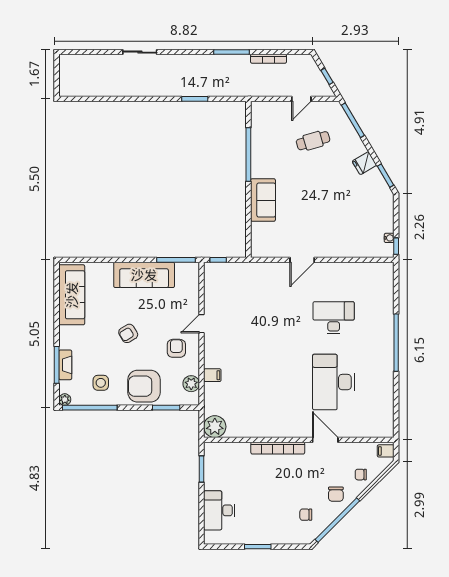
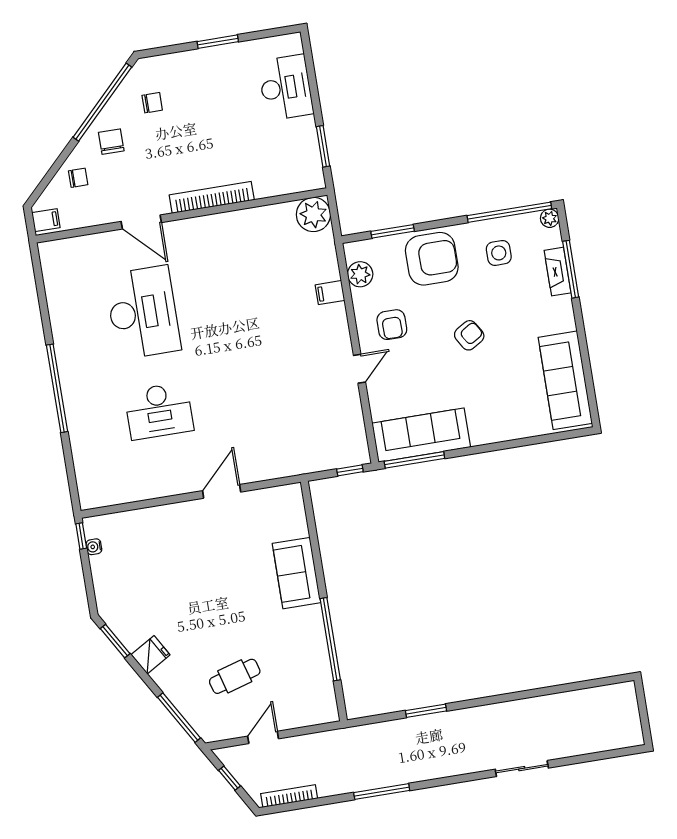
bookcase: (268, 59) -> (289, 796), moved
sofa: (144, 275) -> (421, 435), moved

